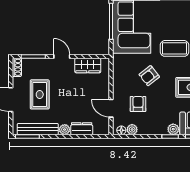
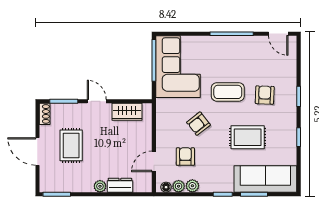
door: (111, 108) -> (154, 161), hinge flipped
bench: (38, 129) -> (69, 186), removed
plant: (173, 129) -> (192, 186), moved

